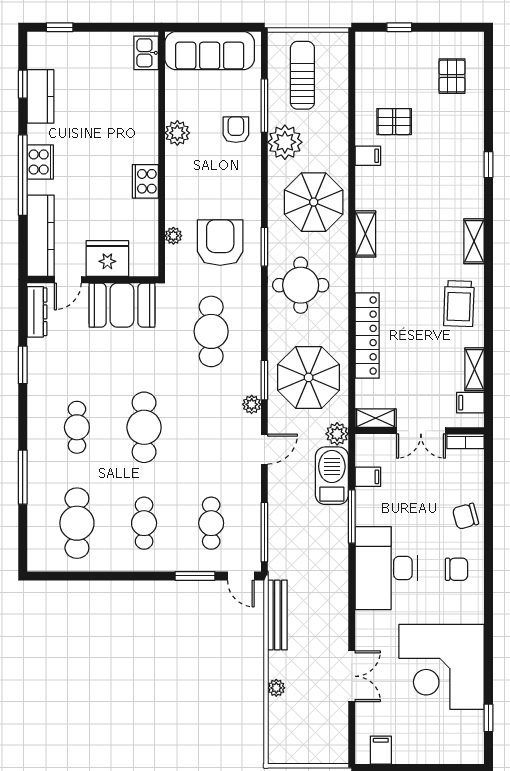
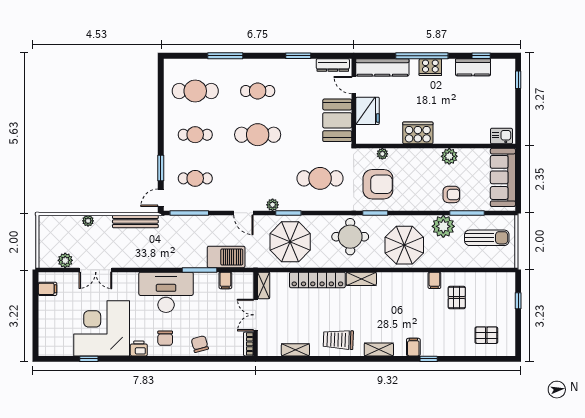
cooker: (145, 181) -> (418, 133), width x1.37, depth x1.31
shelving: (365, 234) -> (361, 279), moved
filing cabinet: (470, 403) -> (413, 347), moved
plant: (337, 434) -> (65, 260), moved
printer: (472, 610) -> (139, 348), added
window: (488, 718) -> (89, 359), moved

